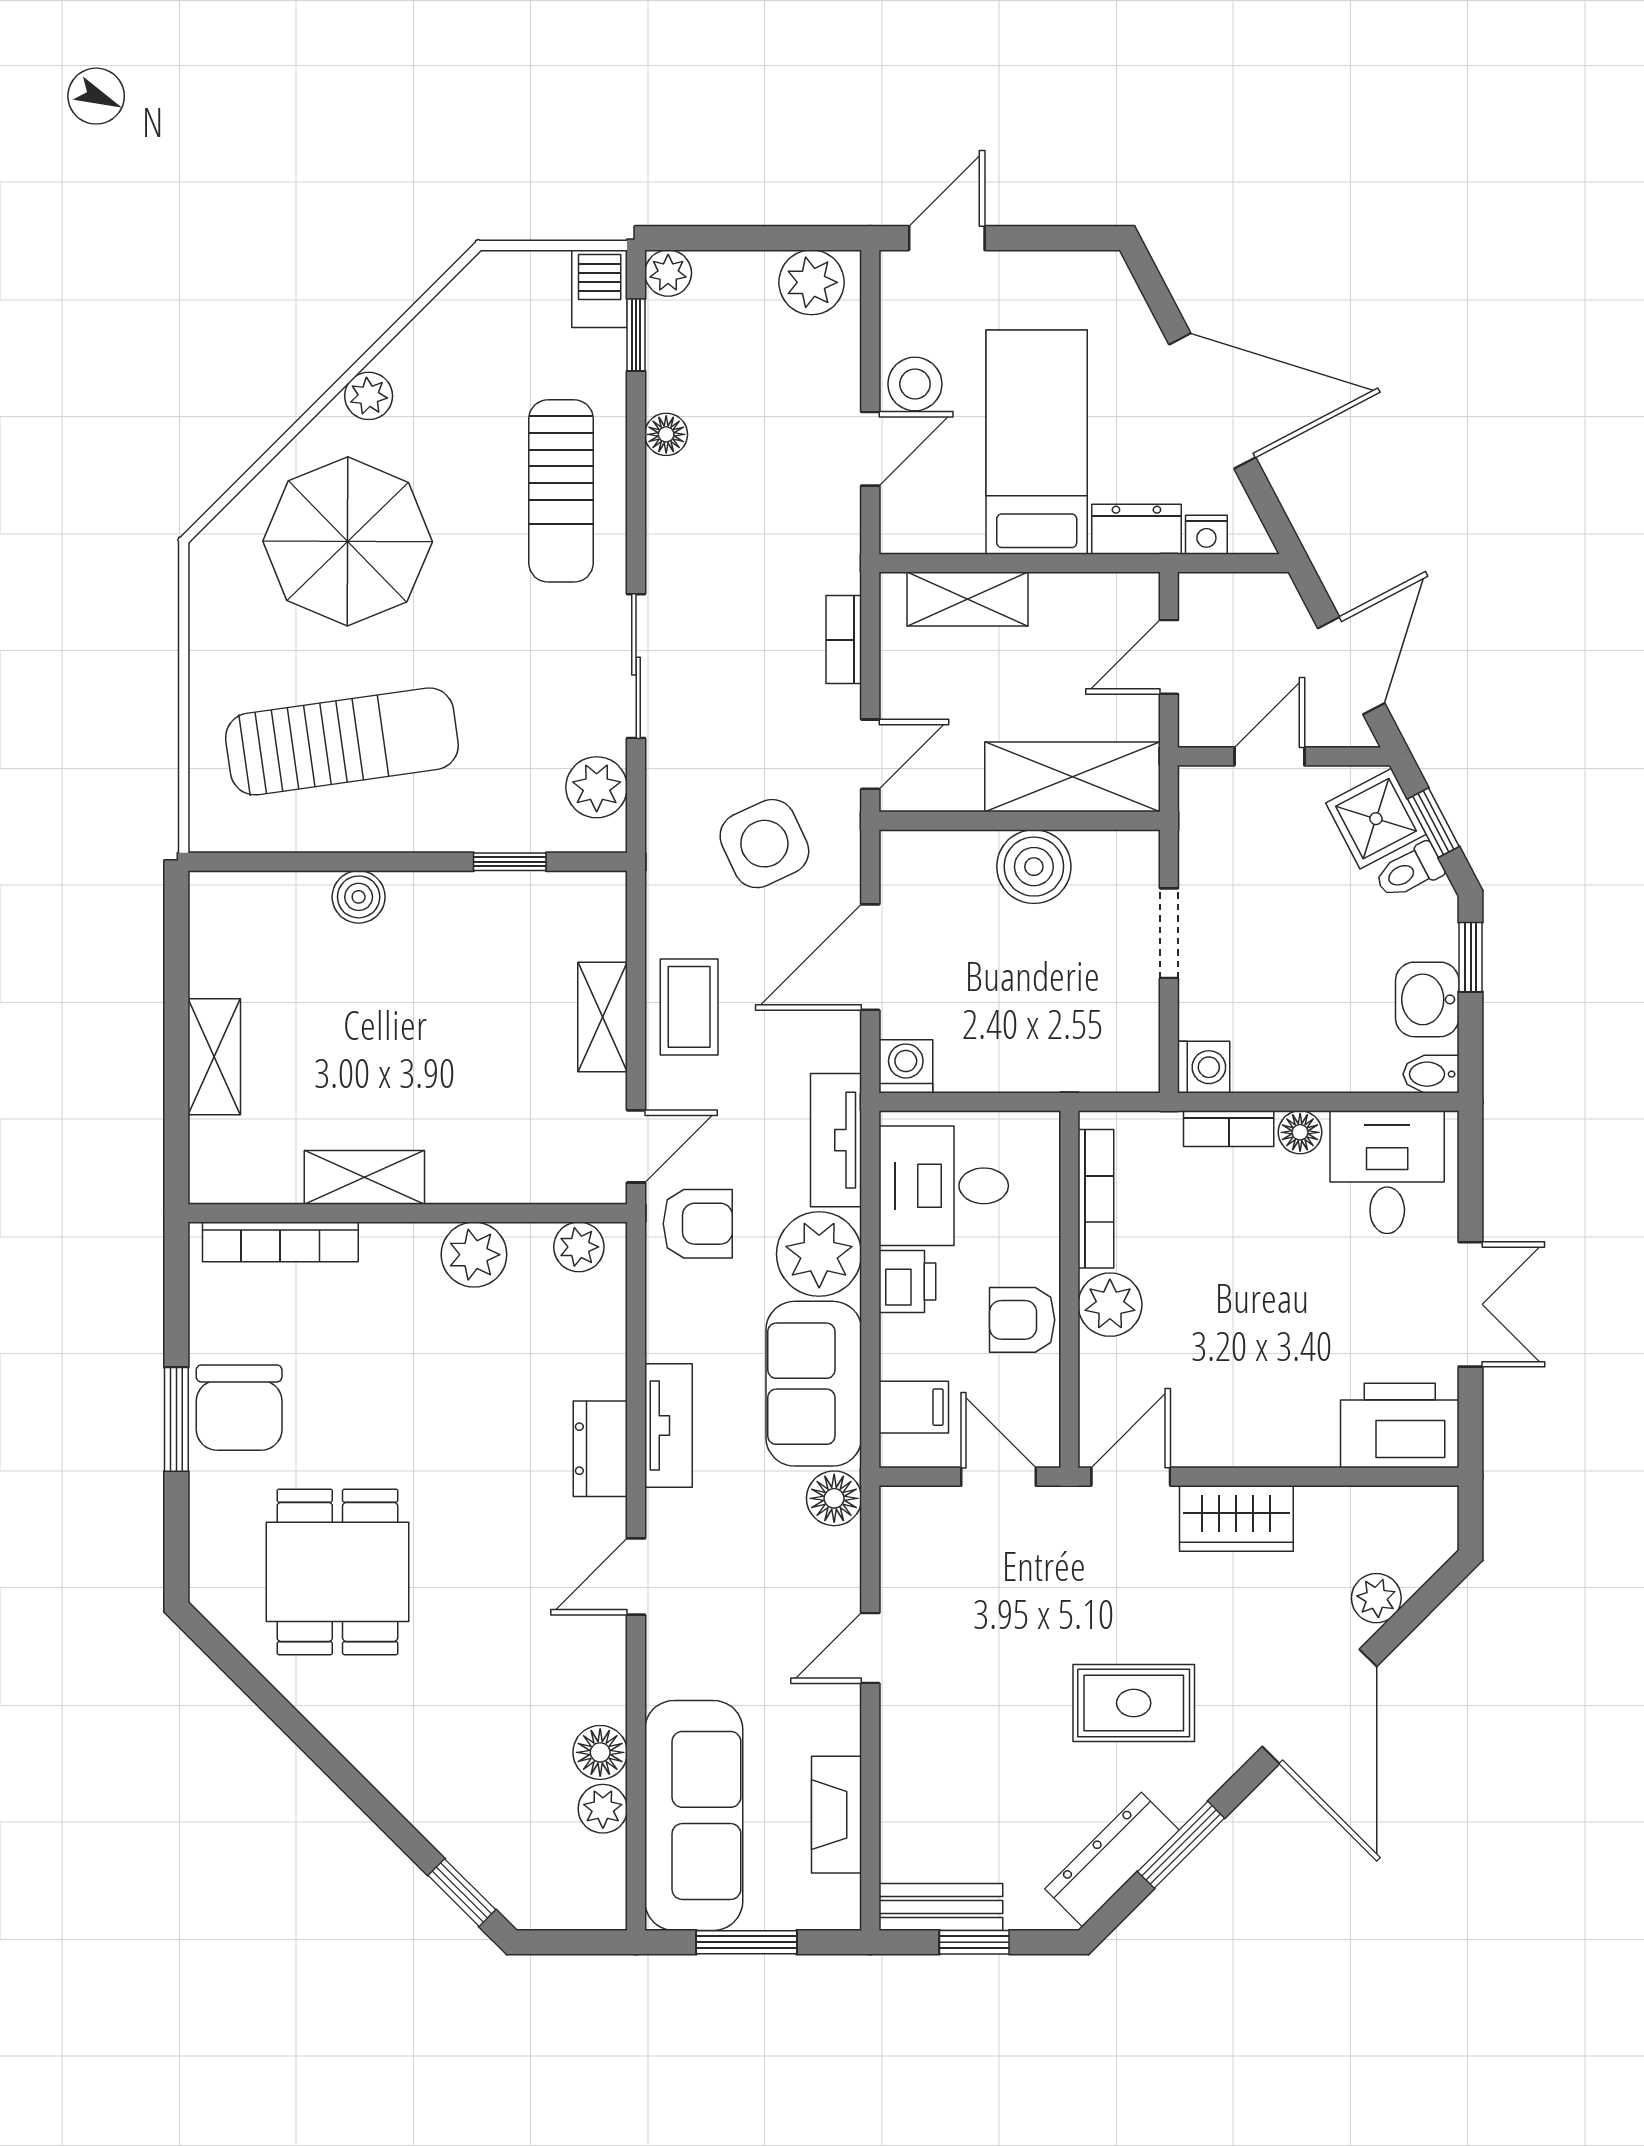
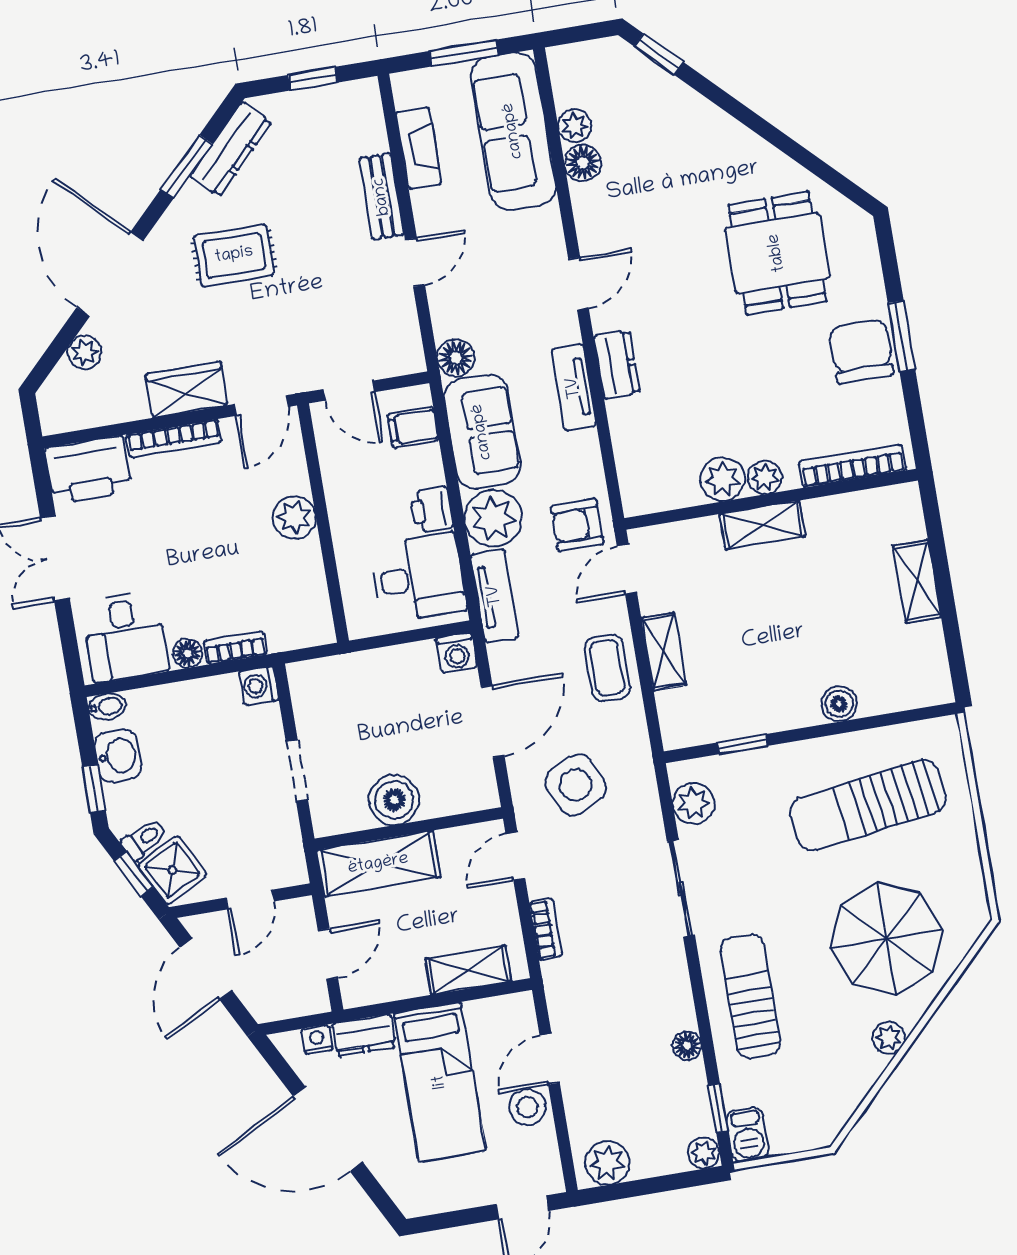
shelving: (364, 1177) -> (762, 525), moved
bookcase: (1096, 1199) -> (174, 438), moved, turned -90
plant: (579, 1247) -> (765, 477), moved
armchair: (1022, 1320) -> (351, 497), removed
bench: (941, 1907) -> (382, 197), moved, turned 90

